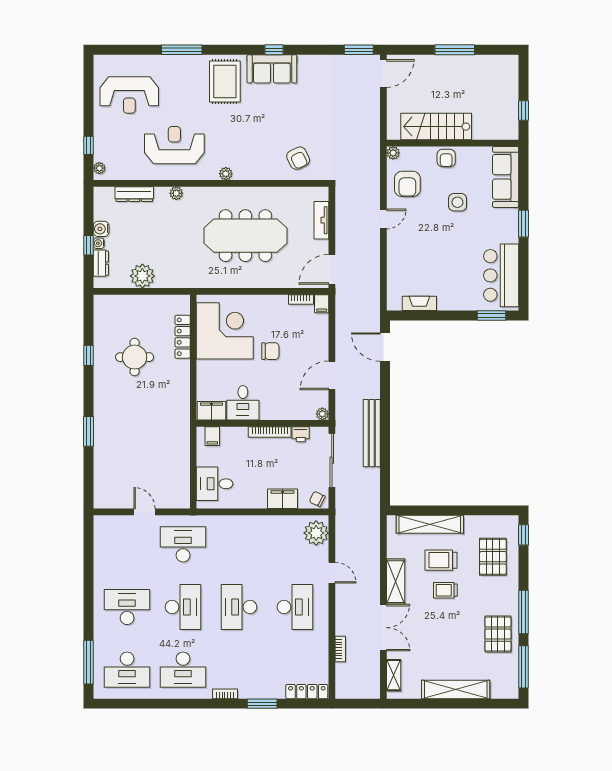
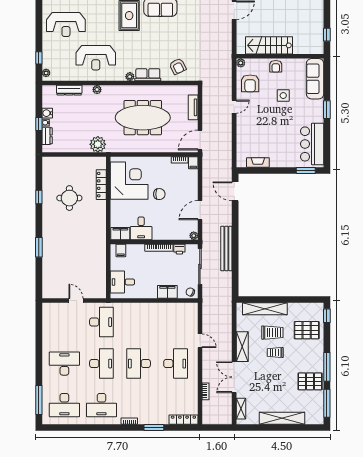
reception desk: (174, 145) -> (96, 58), turned 180
row of seats: (253, 171) -> (148, 75), added
plant: (142, 276) -> (98, 144), moved
plant: (316, 533) -> (190, 315), removed
desk: (183, 544) -> (101, 322), turned 90
pallet: (493, 557) -> (307, 330), turned 90
trolley: (441, 560) -> (272, 333), turned 180
double door: (383, 628) -> (234, 377), swing flipped
pallet: (498, 634) -> (310, 381), turned 90

